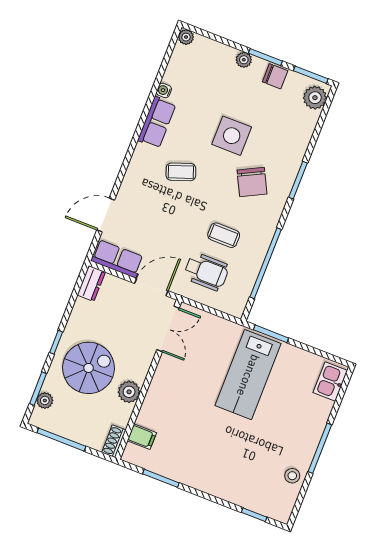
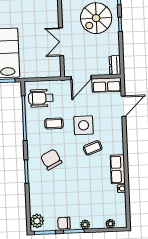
plant: (186, 37) -> (110, 224), moved
side table: (232, 136) -> (84, 125), moved
wheelchair: (206, 272) -> (41, 98), moved
double door: (168, 329) -> (61, 42), moved
plant: (129, 392) -> (68, 15), removed

